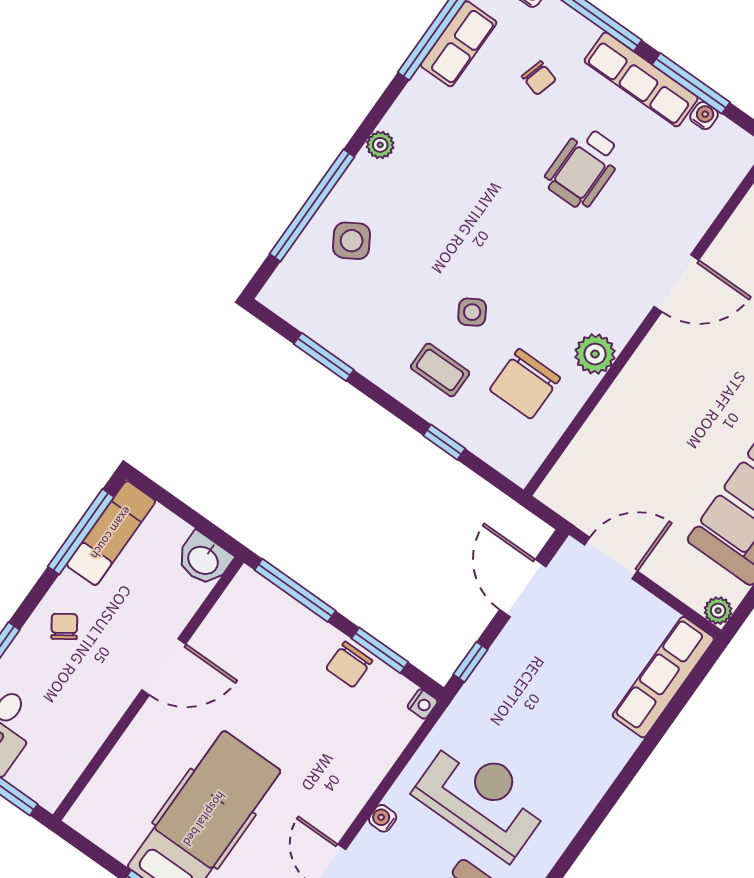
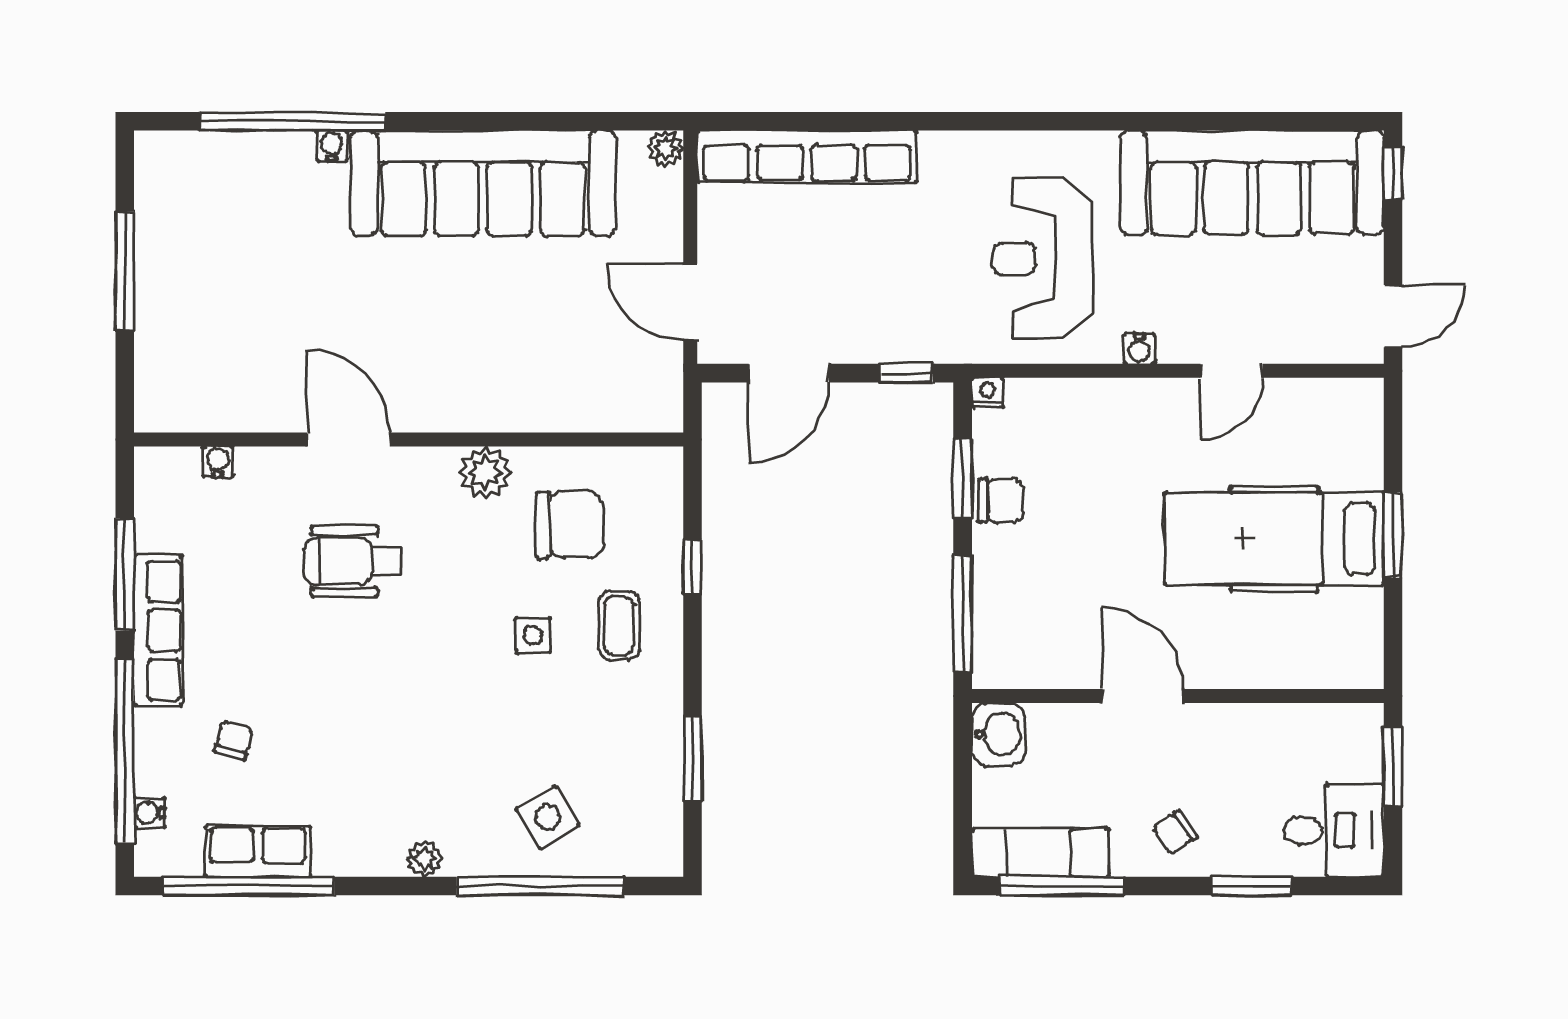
water cooler: (704, 116) -> (218, 462), moved, turned 90
wheelchair: (583, 168) -> (352, 561), moved, turned 180
side table: (472, 312) -> (533, 635), turned 31
row of seats: (663, 677) -> (807, 157), width x1.36

